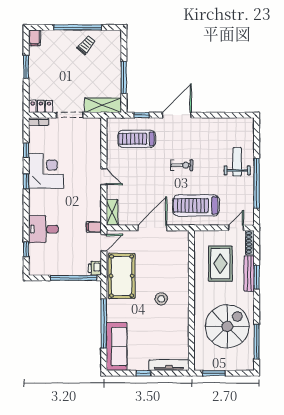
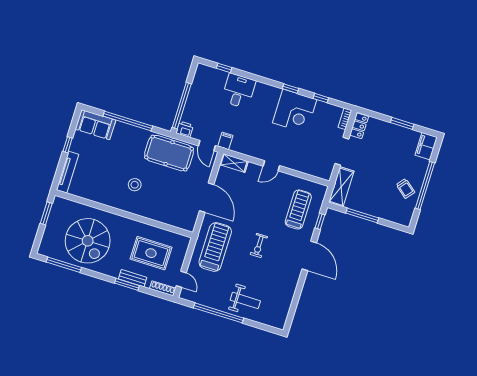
filing cabinet: (35, 38) -> (426, 146), width x2.00
bench: (249, 274) -> (133, 278), width x0.73
sofa: (116, 347) -> (95, 125), width x0.73

